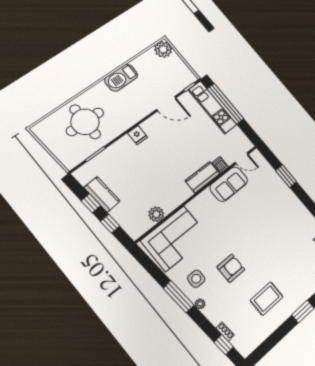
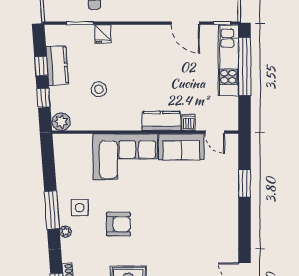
fridge: (137, 135) -> (103, 34), moved
stool: (144, 188) -> (99, 89), added
plant: (156, 214) -> (61, 122), moved
corner sofa: (175, 238) -> (125, 157), moved

